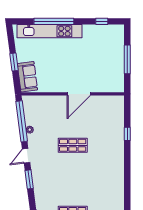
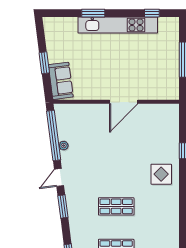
window: (54, 21) -> (93, 13), width x0.47
kitchen unit: (49, 31) -> (118, 25), moved
shop shelf: (73, 145) -> (116, 206), moved
display table: (109, 153) -> (161, 174), added

